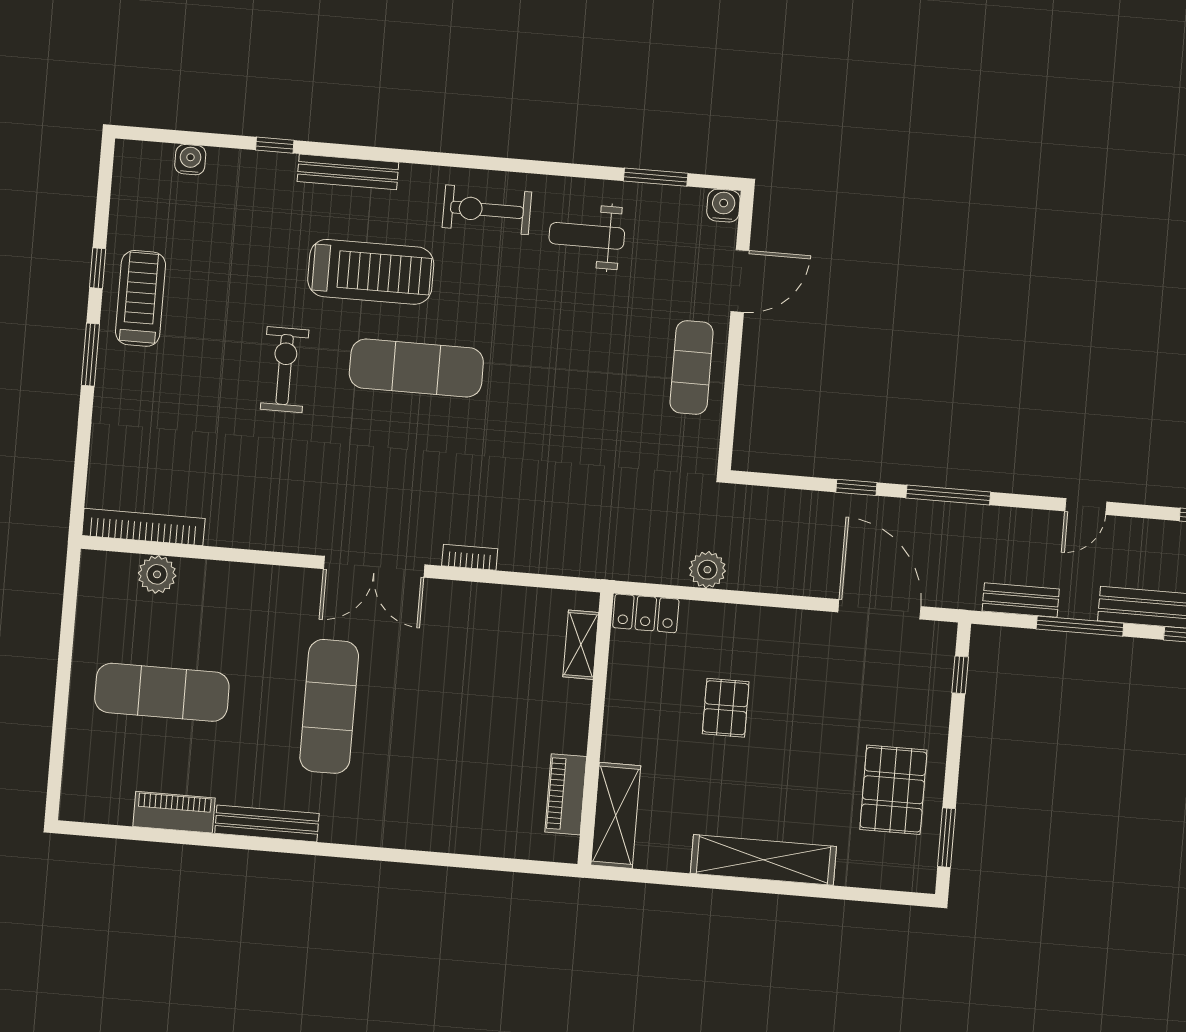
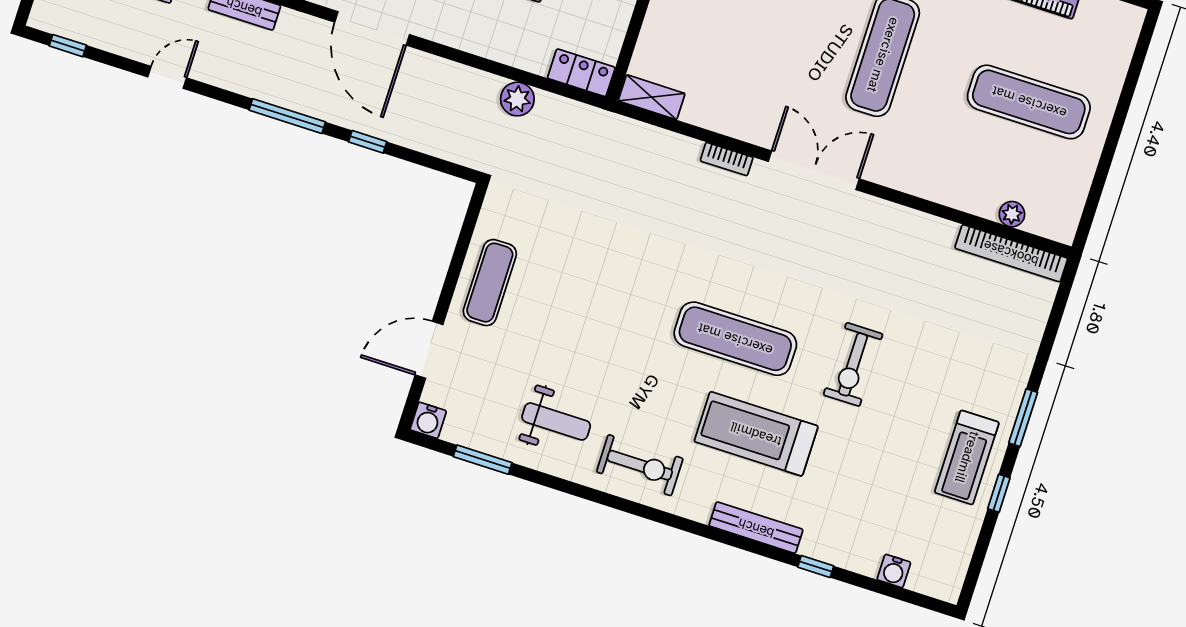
plant: (157, 574) -> (1012, 214), width x0.73, depth x0.73
shelving: (581, 645) -> (652, 97), moved, turned 90

